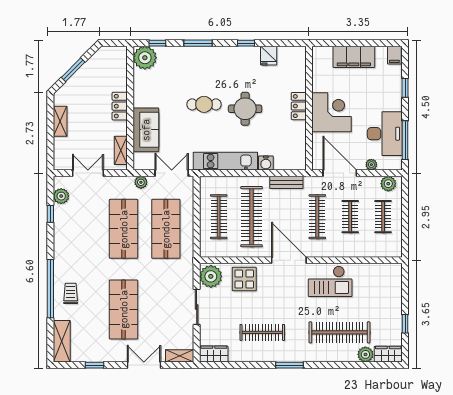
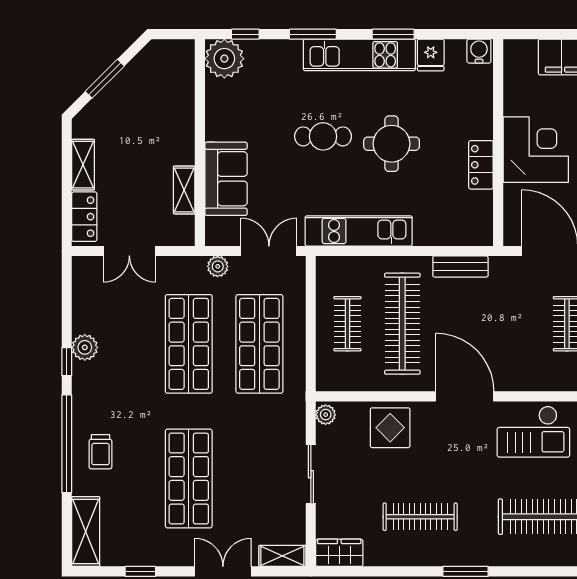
window: (246, 43) -> (393, 34), width x1.50
kitchen unit: (226, 55) -> (359, 55), added
locker: (120, 106) -> (84, 217), moved, turned 180
locker: (299, 106) -> (481, 165), moved
shelving: (121, 150) -> (184, 190), moved
water cooler: (266, 163) -> (479, 51), moved, turned 180
double door: (88, 173) -> (129, 251), swing flipped
plant: (61, 196) -> (85, 347), moved
window: (50, 214) -> (67, 362), moved
clothes rail: (219, 217) -> (347, 324), width x0.73
clothes rail: (317, 217) -> (512, 324), removed
plant: (211, 276) -> (326, 415), width x0.53, depth x0.53
trolley: (71, 293) -> (100, 452), turned 180

